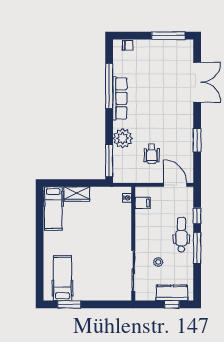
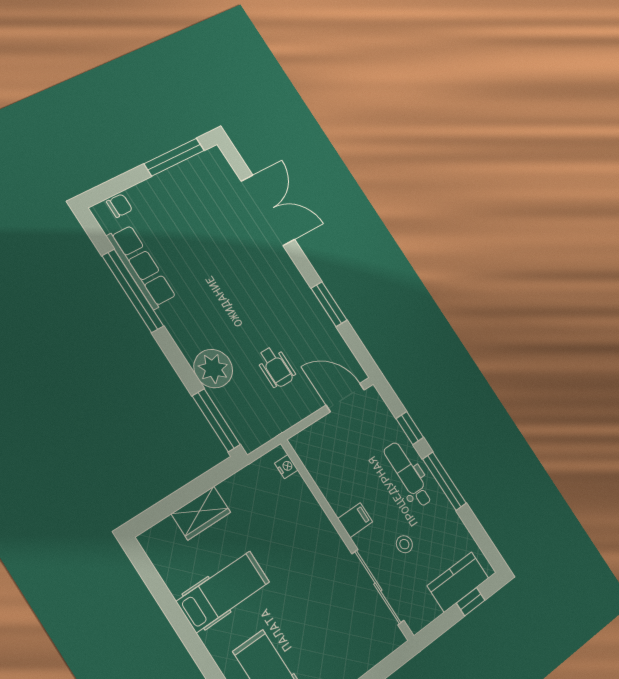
row of seats: (120, 98) -> (141, 267), moved
filing cabinet: (143, 203) -> (355, 520), moved
hospital bed: (53, 209) -> (223, 592), moved, turned -90

